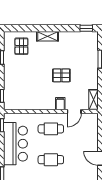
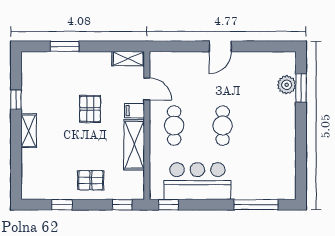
window: (86, 28) -> (16, 100), moved
pallet: (21, 46) -> (91, 180), moved
shelving: (39, 103) -> (134, 145), added

